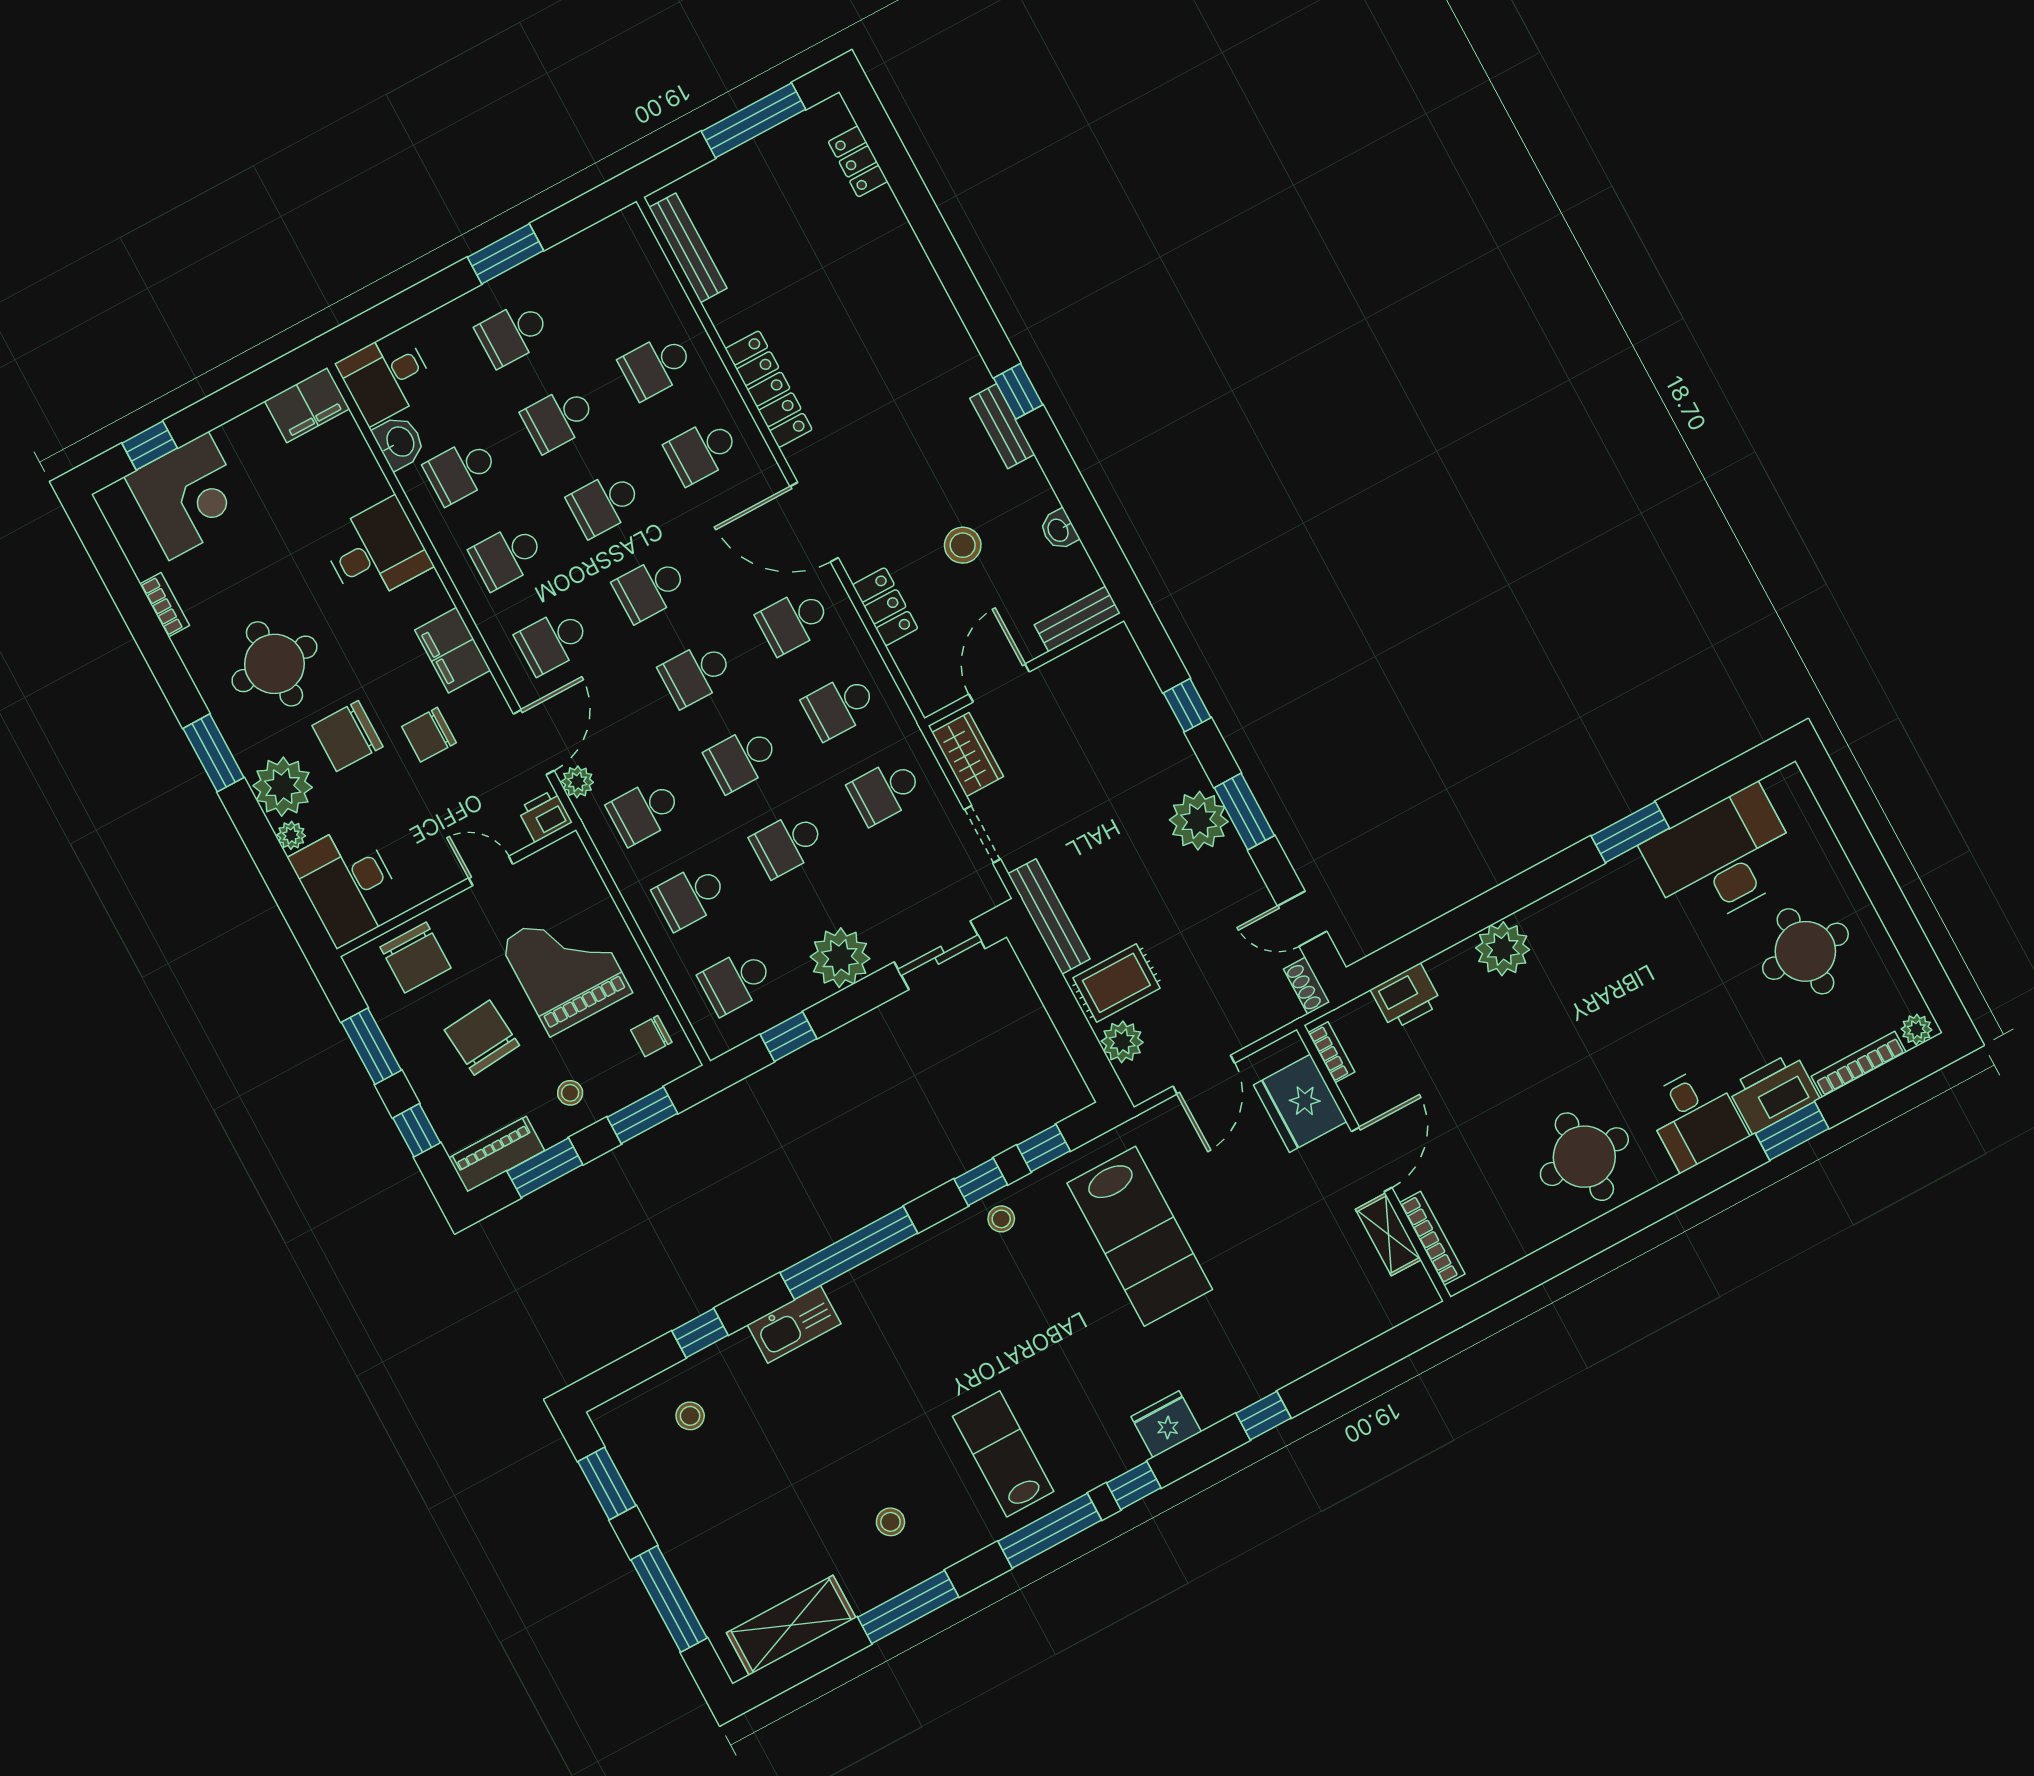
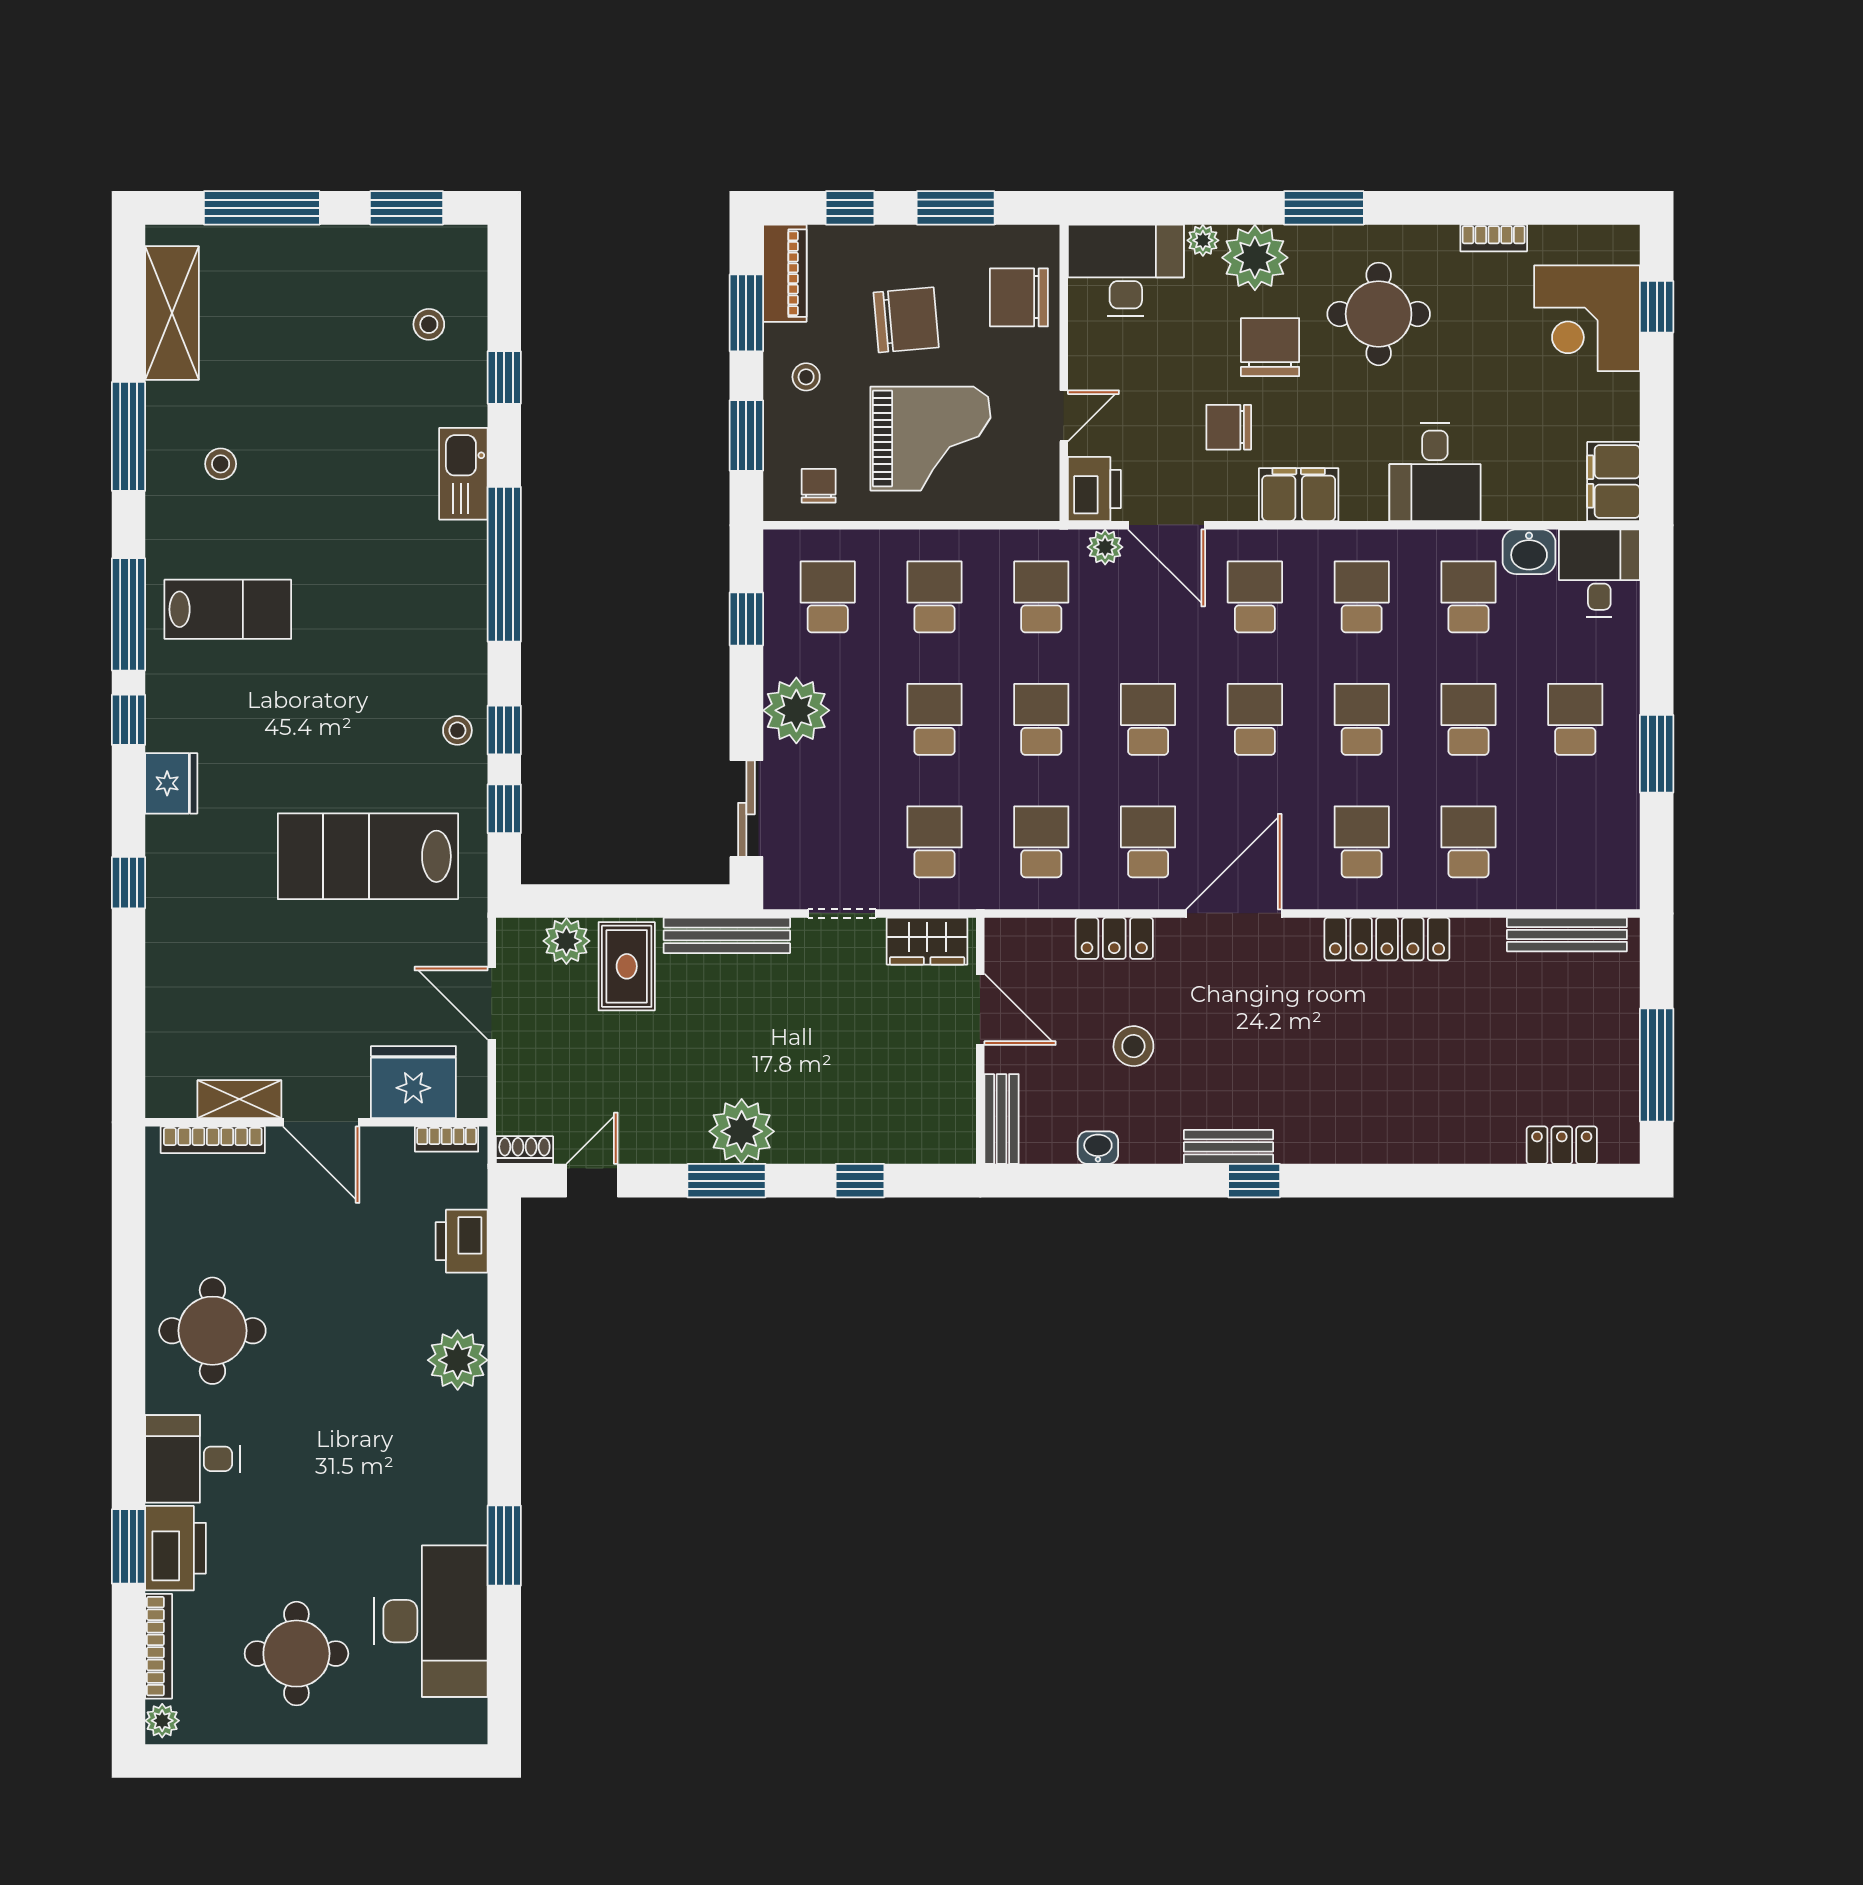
chair: (429, 735) -> (1229, 427), turned -90
printer: (545, 816) -> (1094, 489), width x1.36, depth x1.24

